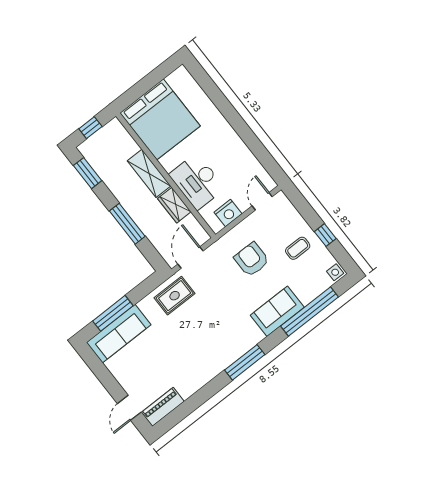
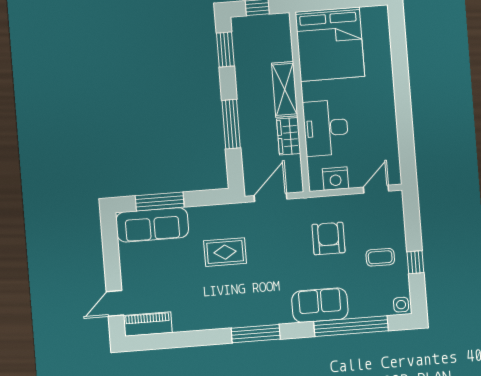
rug: (175, 296) -> (225, 252), moved

